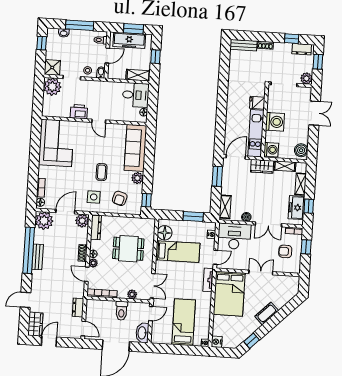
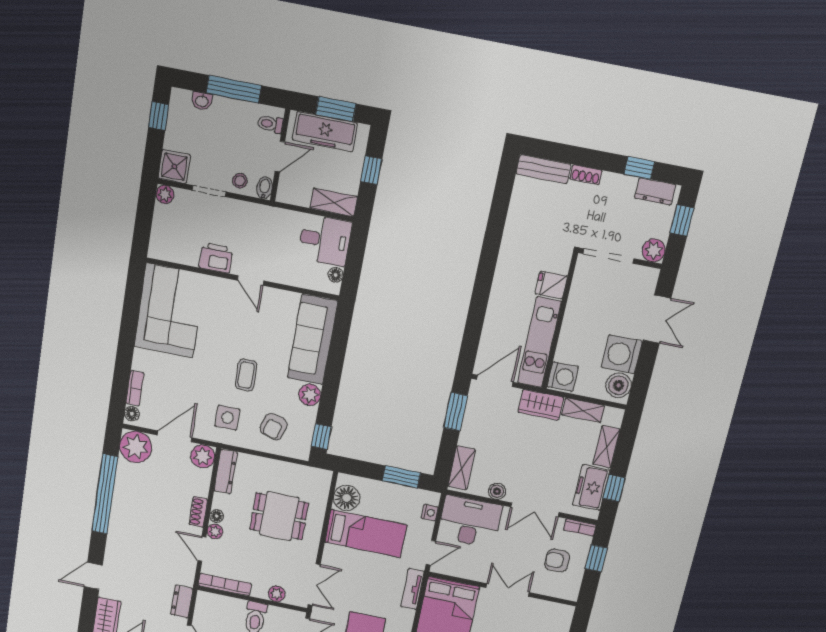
plant: (52, 87) -> (165, 194), width x0.53, depth x0.53
washing machine: (275, 122) -> (622, 354), moved, turned 180
bench: (38, 257) -> (119, 507), removed

